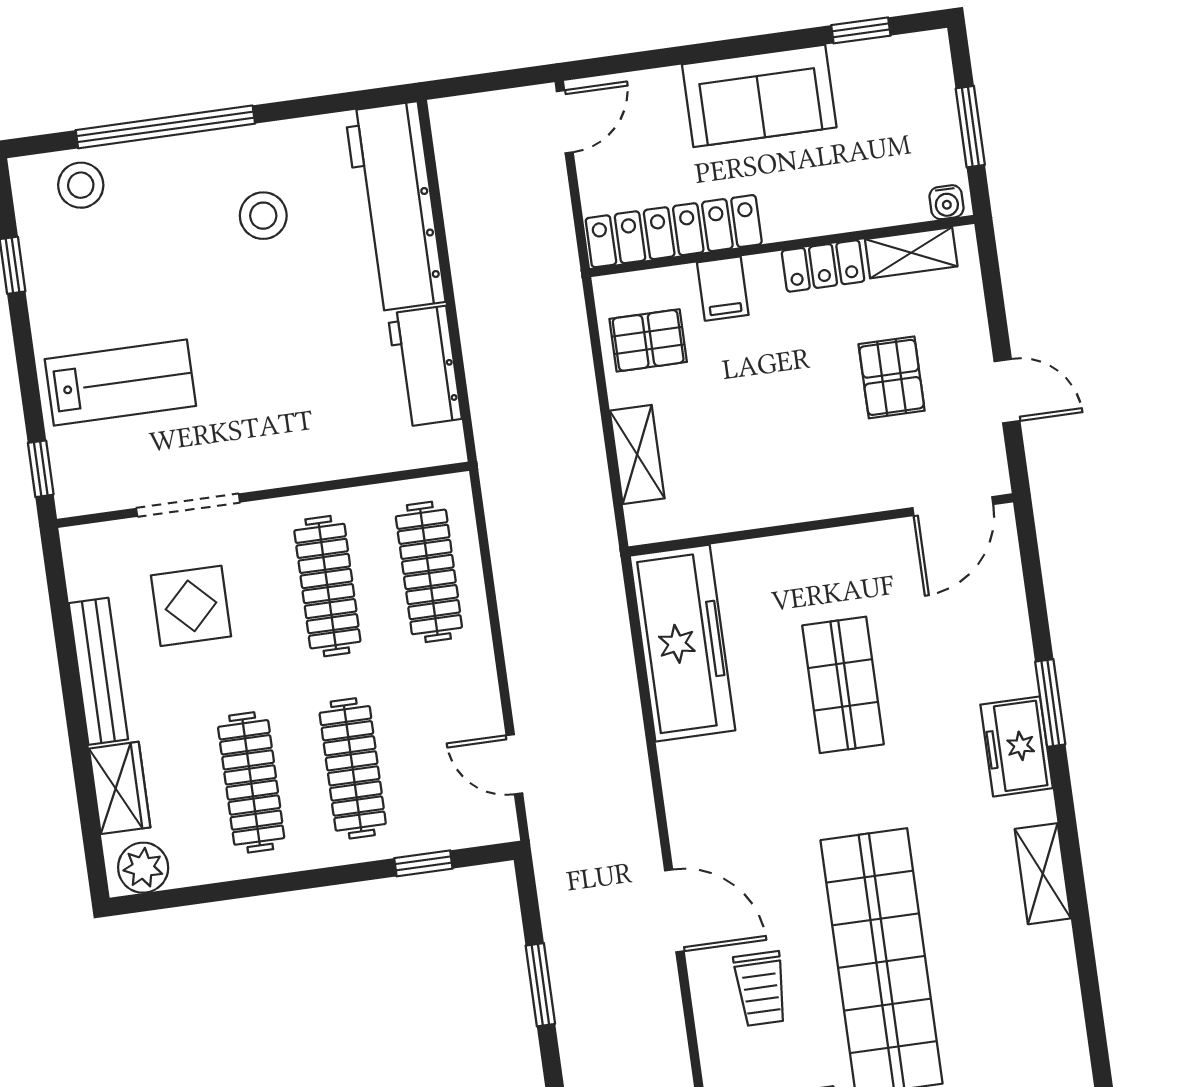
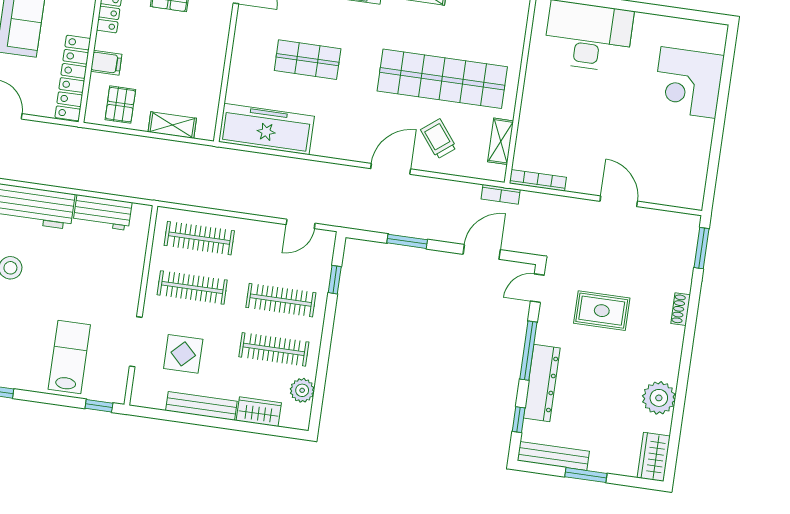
plant: (143, 868) -> (302, 390), moved
trolley: (761, 989) -> (439, 139), turned -128

